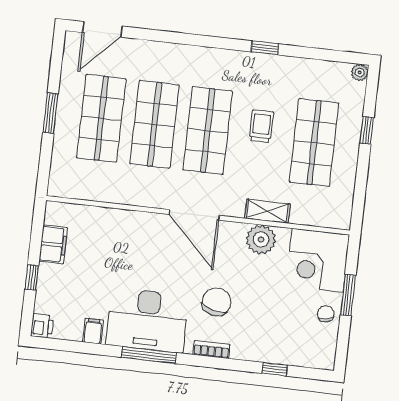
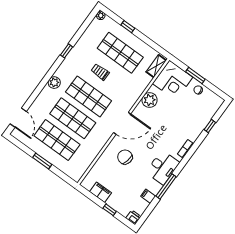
plant: (198, 57) -> (54, 83), added
shelving: (267, 211) -> (156, 66), moved
chair: (216, 302) -> (125, 157), moved
desk: (147, 320) -> (163, 167), width x0.73, depth x0.77
window: (149, 355) -> (166, 186), moved

